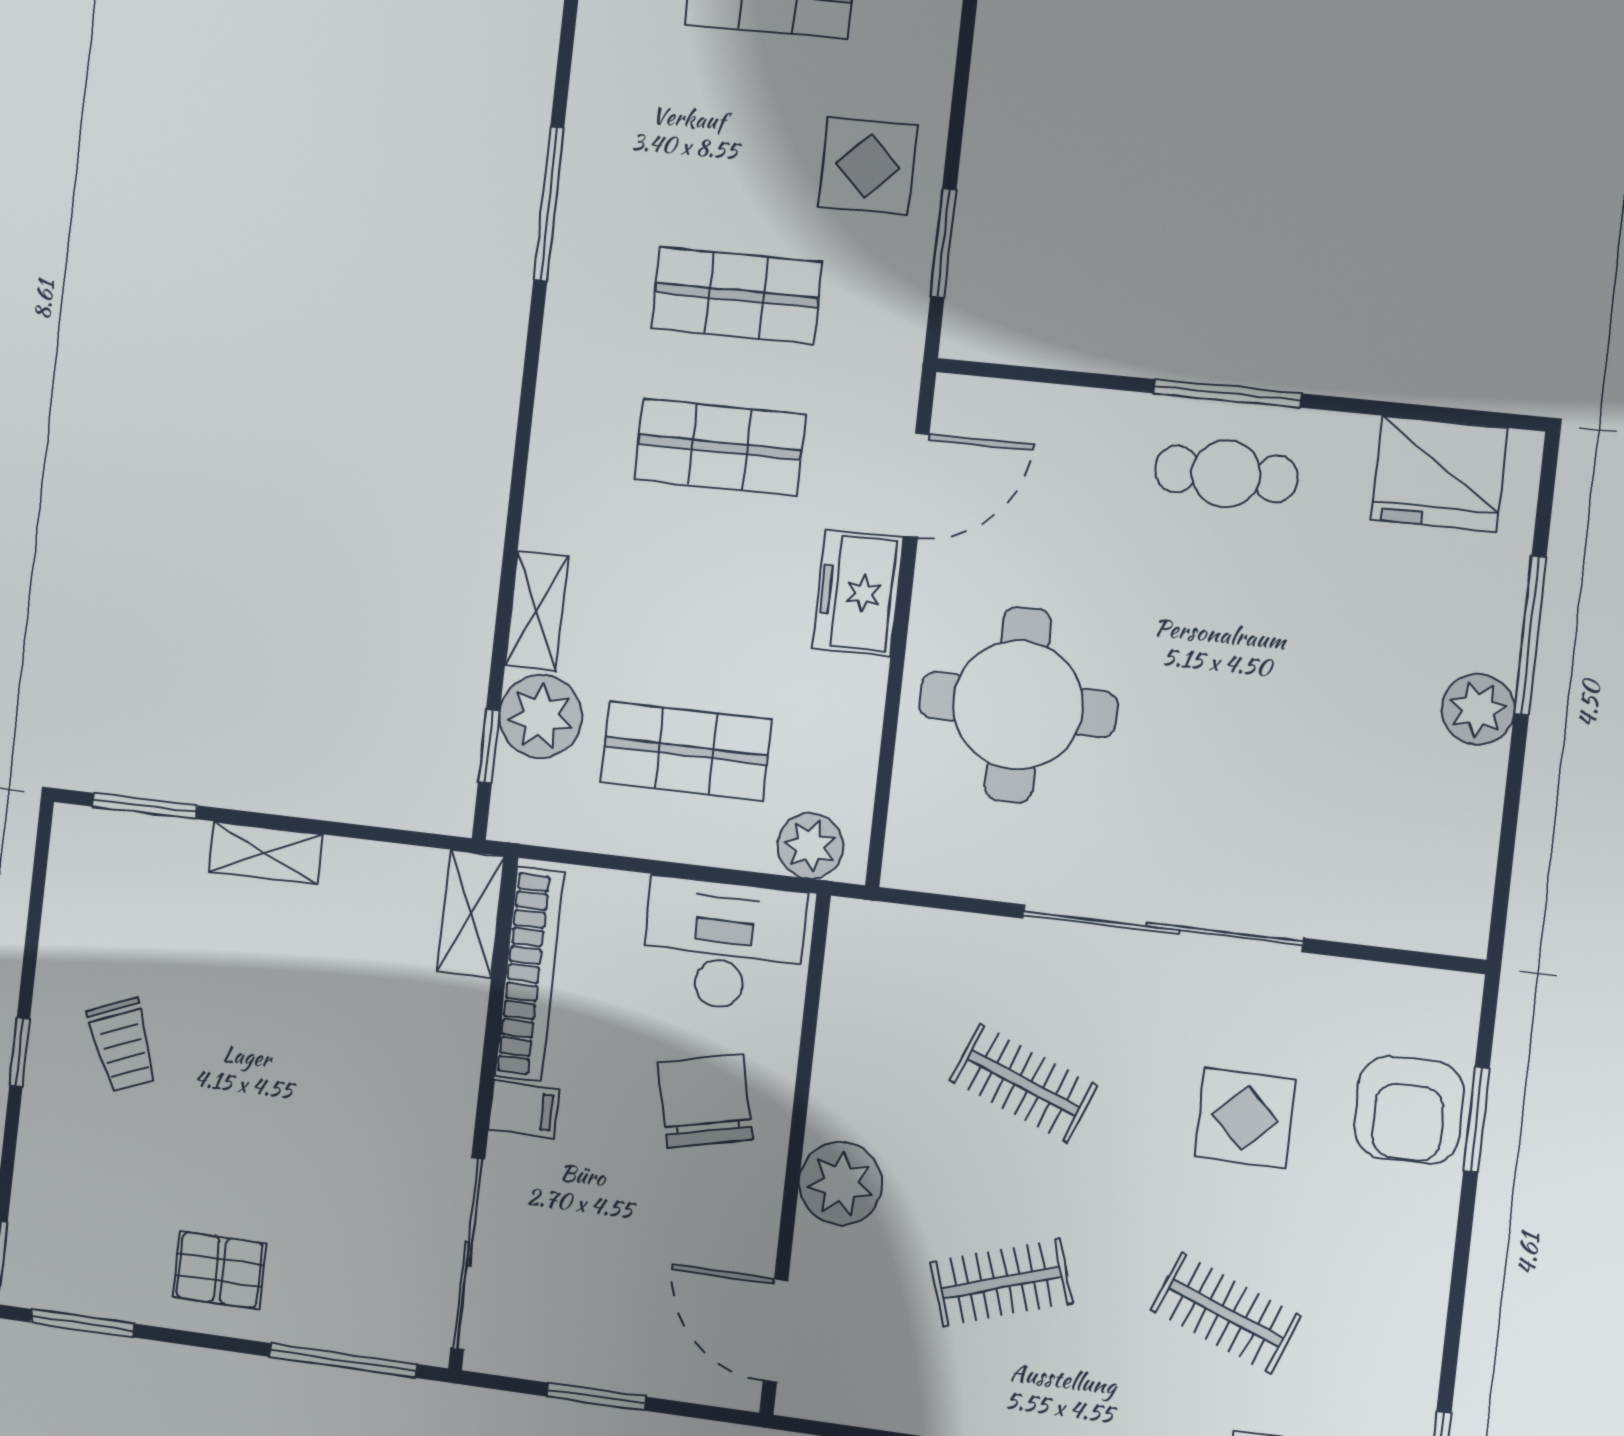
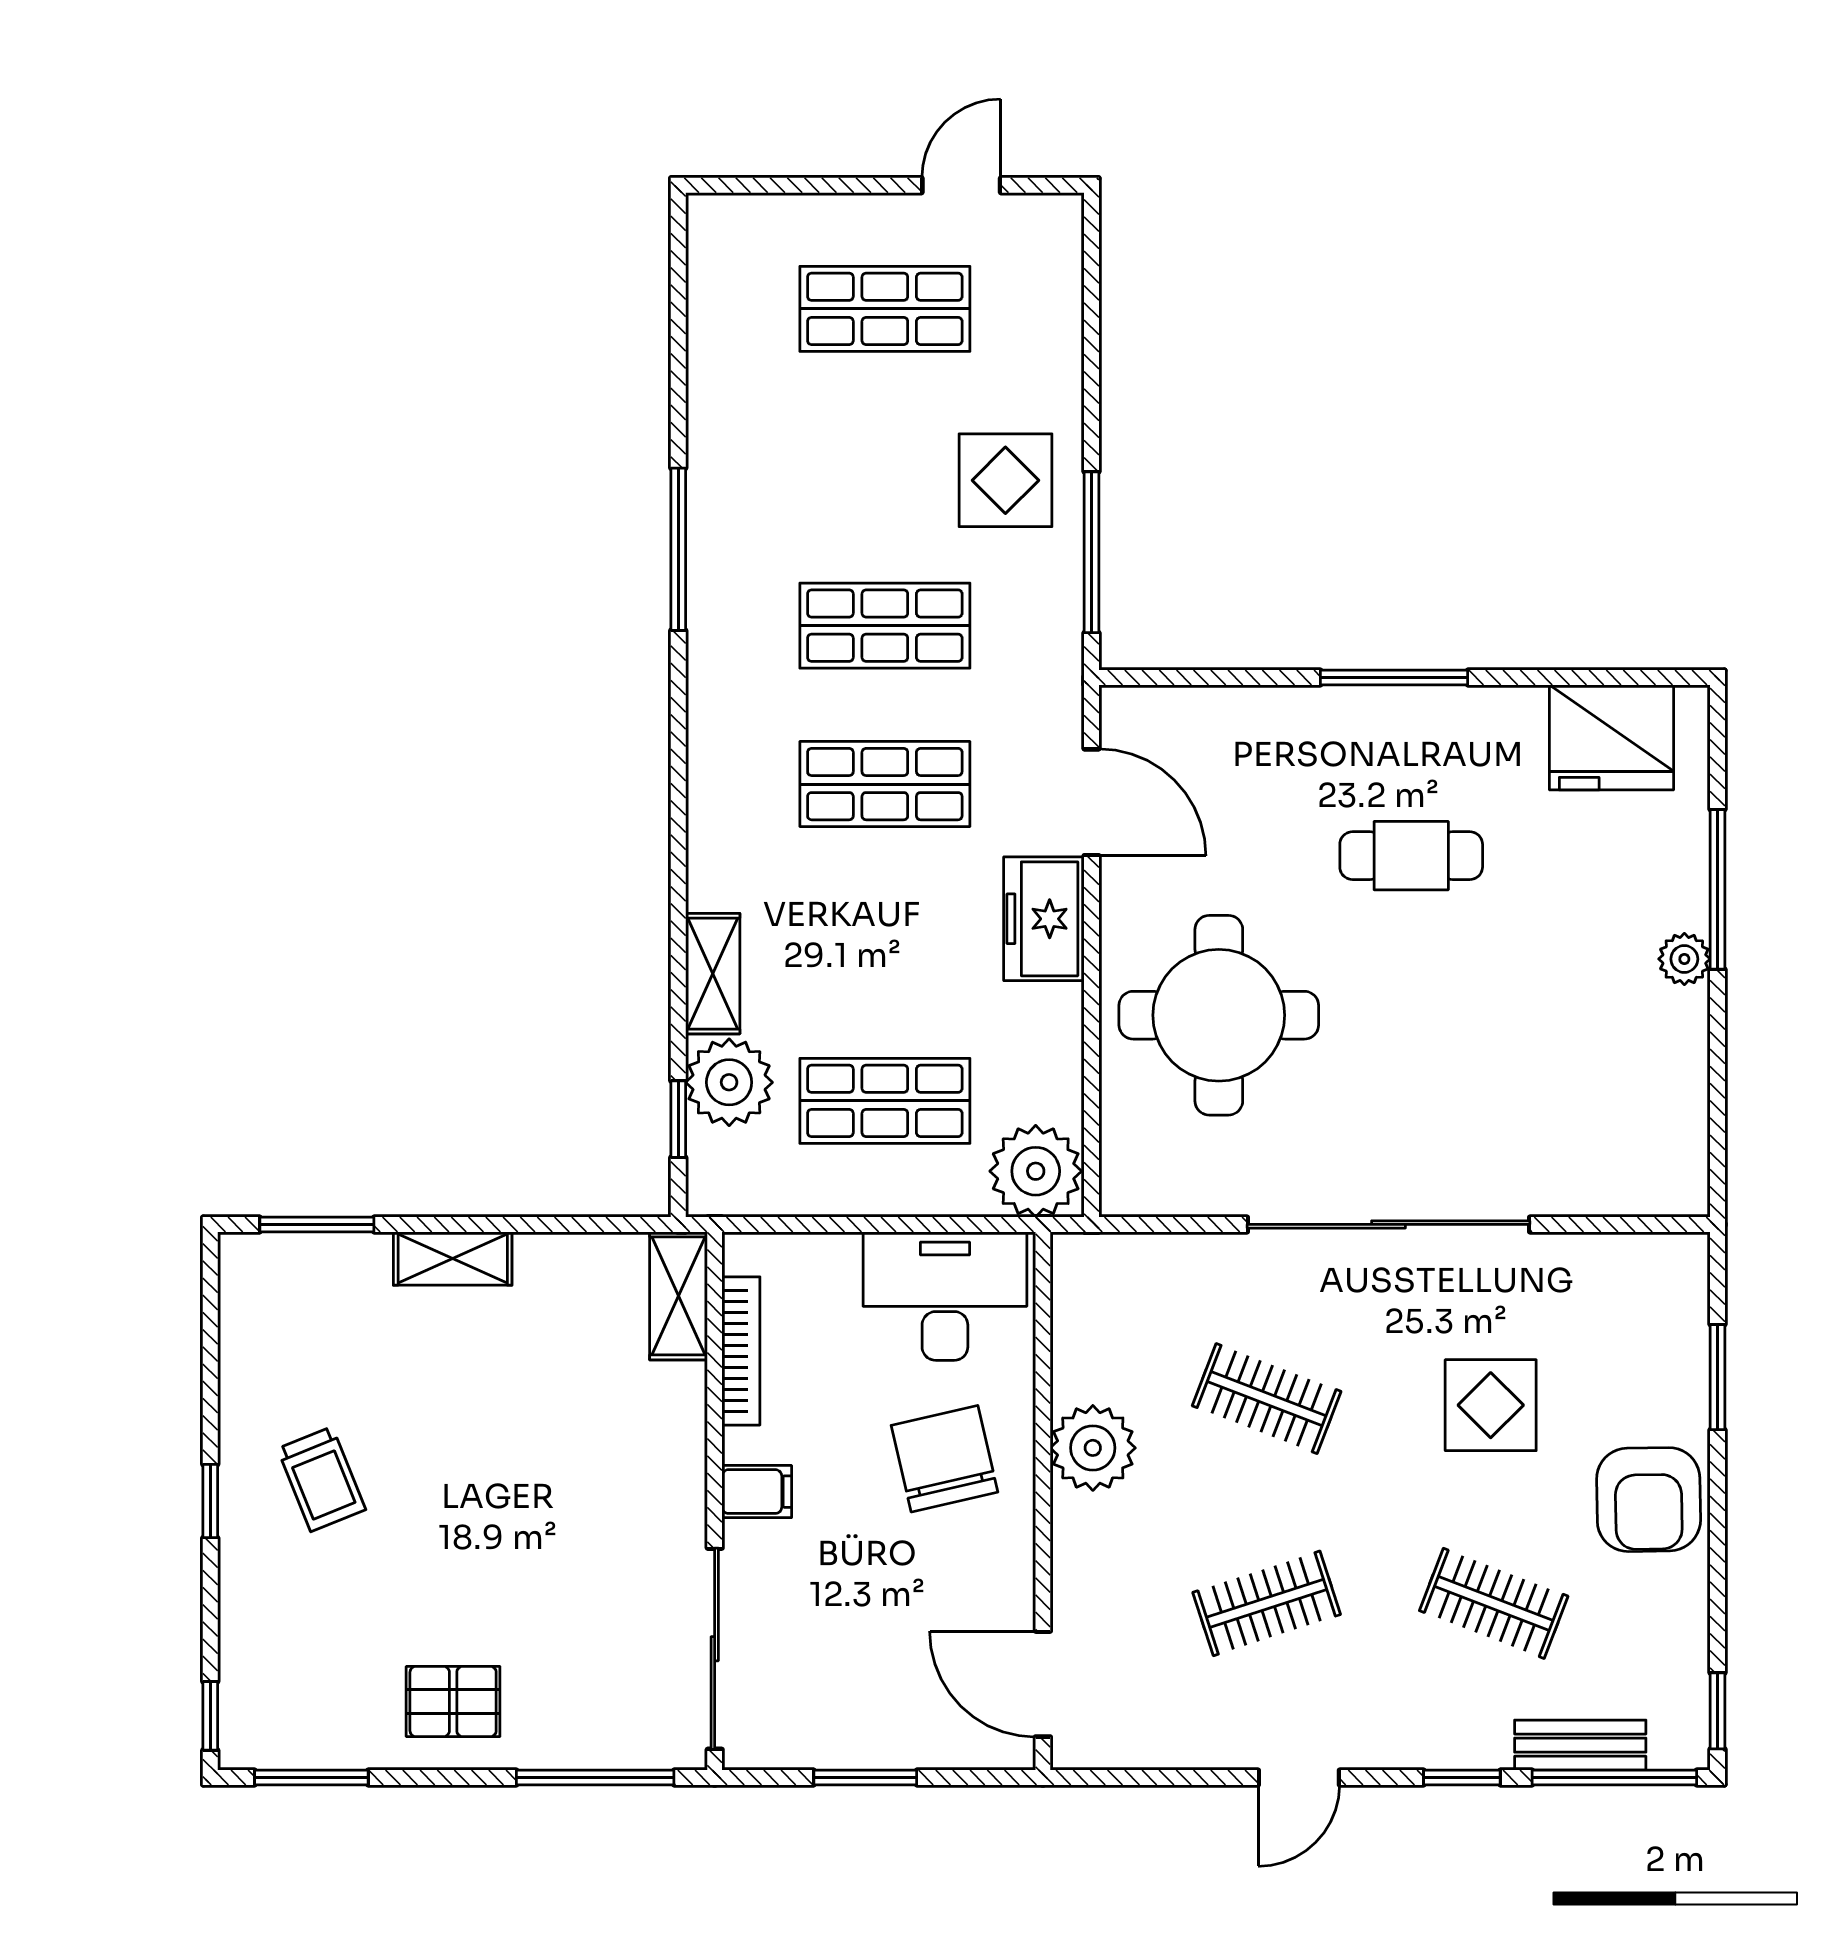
window: (943, 243) -> (1091, 552), width x1.44
cafe table: (1226, 474) -> (1411, 856), moved
door: (917, 485) -> (1091, 802), hinge flipped
plant: (1478, 709) -> (1684, 959), width x0.73, depth x0.73
plant: (810, 846) -> (1036, 1171), width x1.36, depth x1.36
bookcase: (529, 974) -> (741, 1351), width x0.68, depth x0.76
armchair: (1409, 1110) -> (1649, 1500), moved
plant: (841, 1184) -> (1093, 1448), moved

